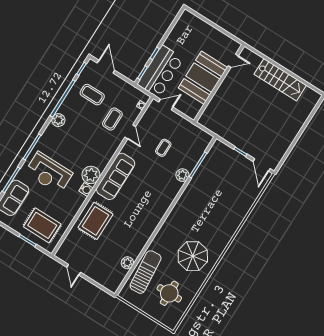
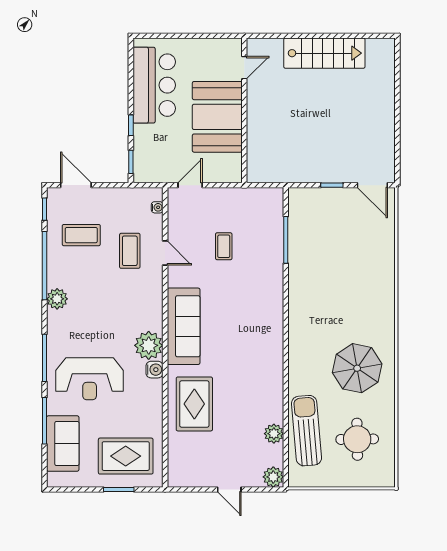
bar counter: (160, 71) -> (154, 85), moved
plant: (182, 175) -> (273, 477), moved
door: (74, 270) -> (229, 489), moved

